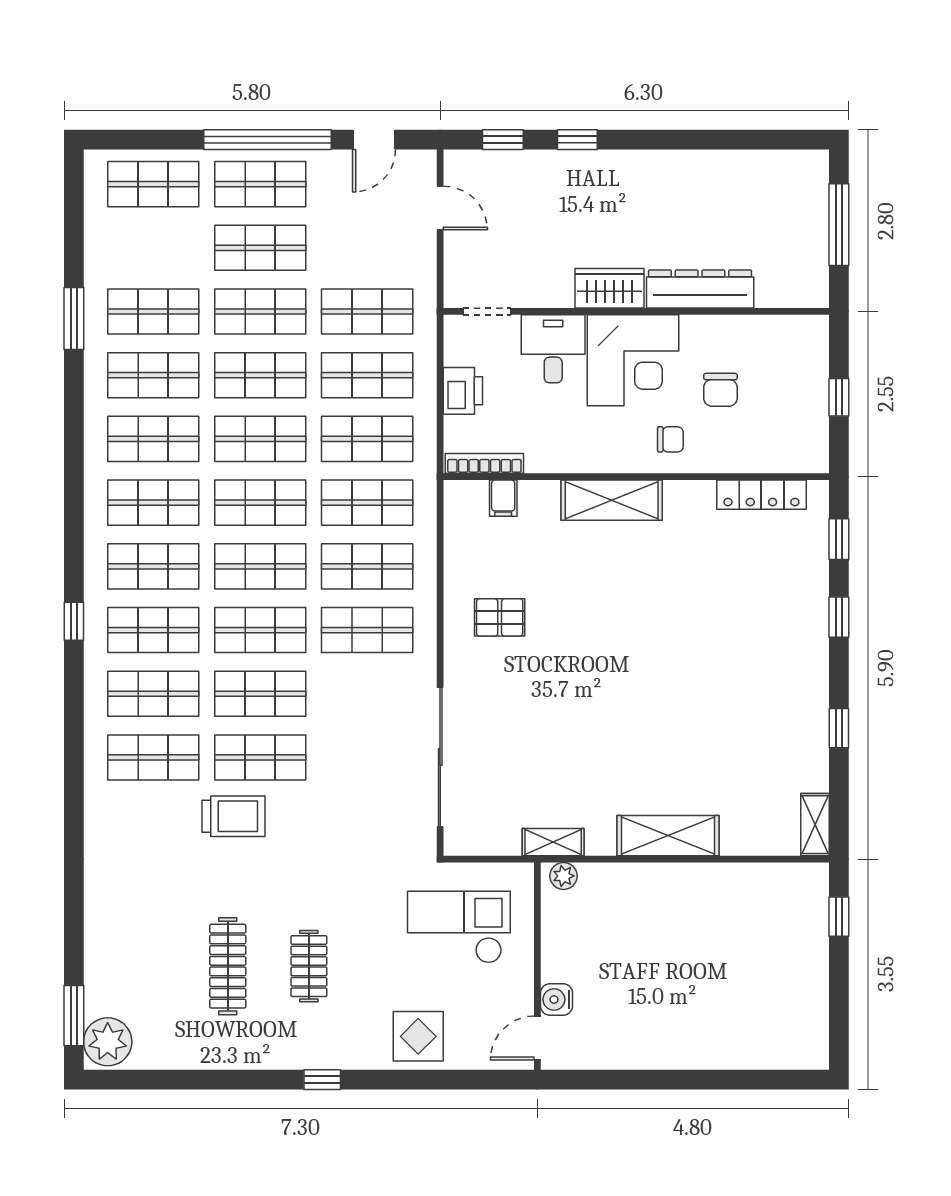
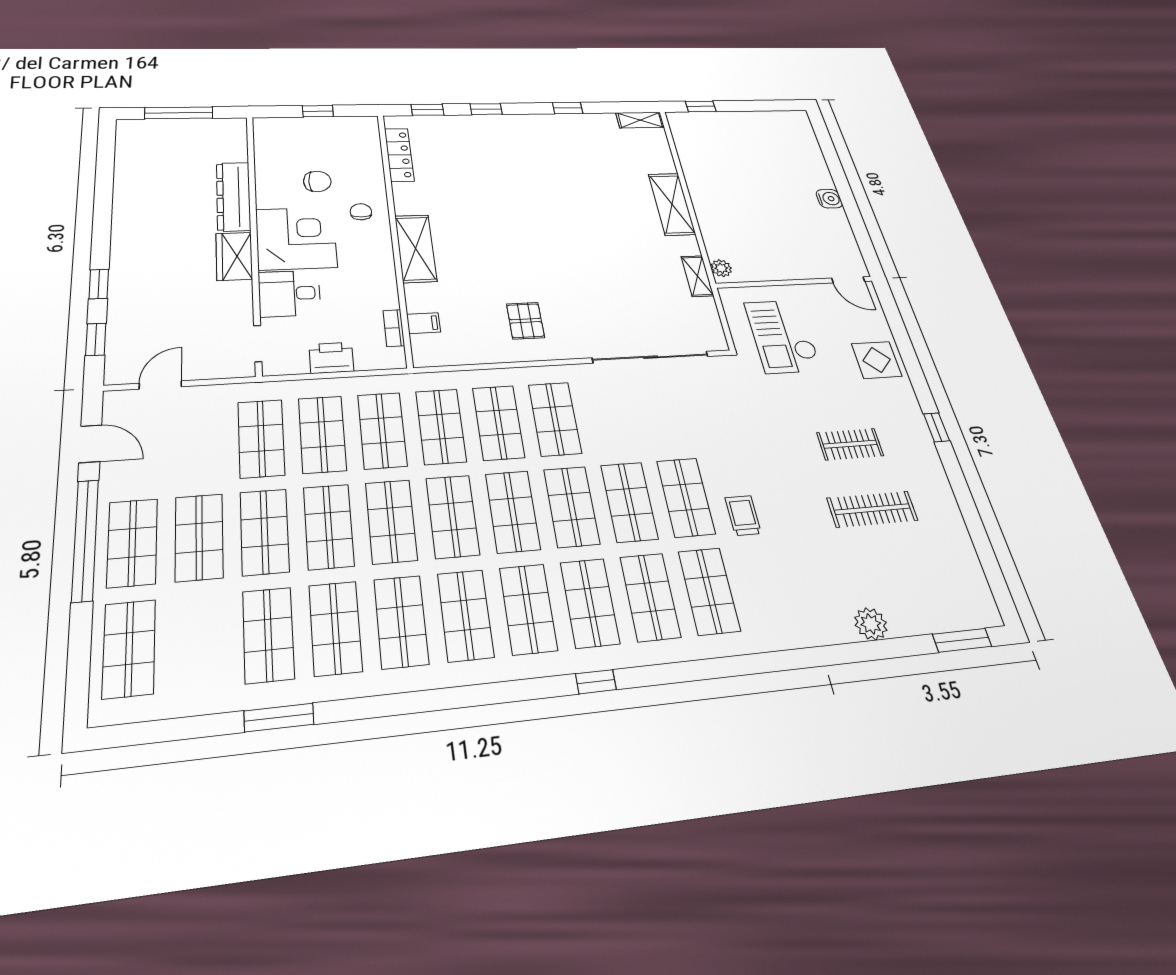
bookcase: (484, 463) -> (394, 328), width x0.64
trolley: (233, 816) -> (743, 515), width x0.73, depth x0.72
water cooler: (557, 999) -> (829, 199), moved, turned -90
plant: (108, 1042) -> (871, 624), moved, width x0.73, depth x0.73

